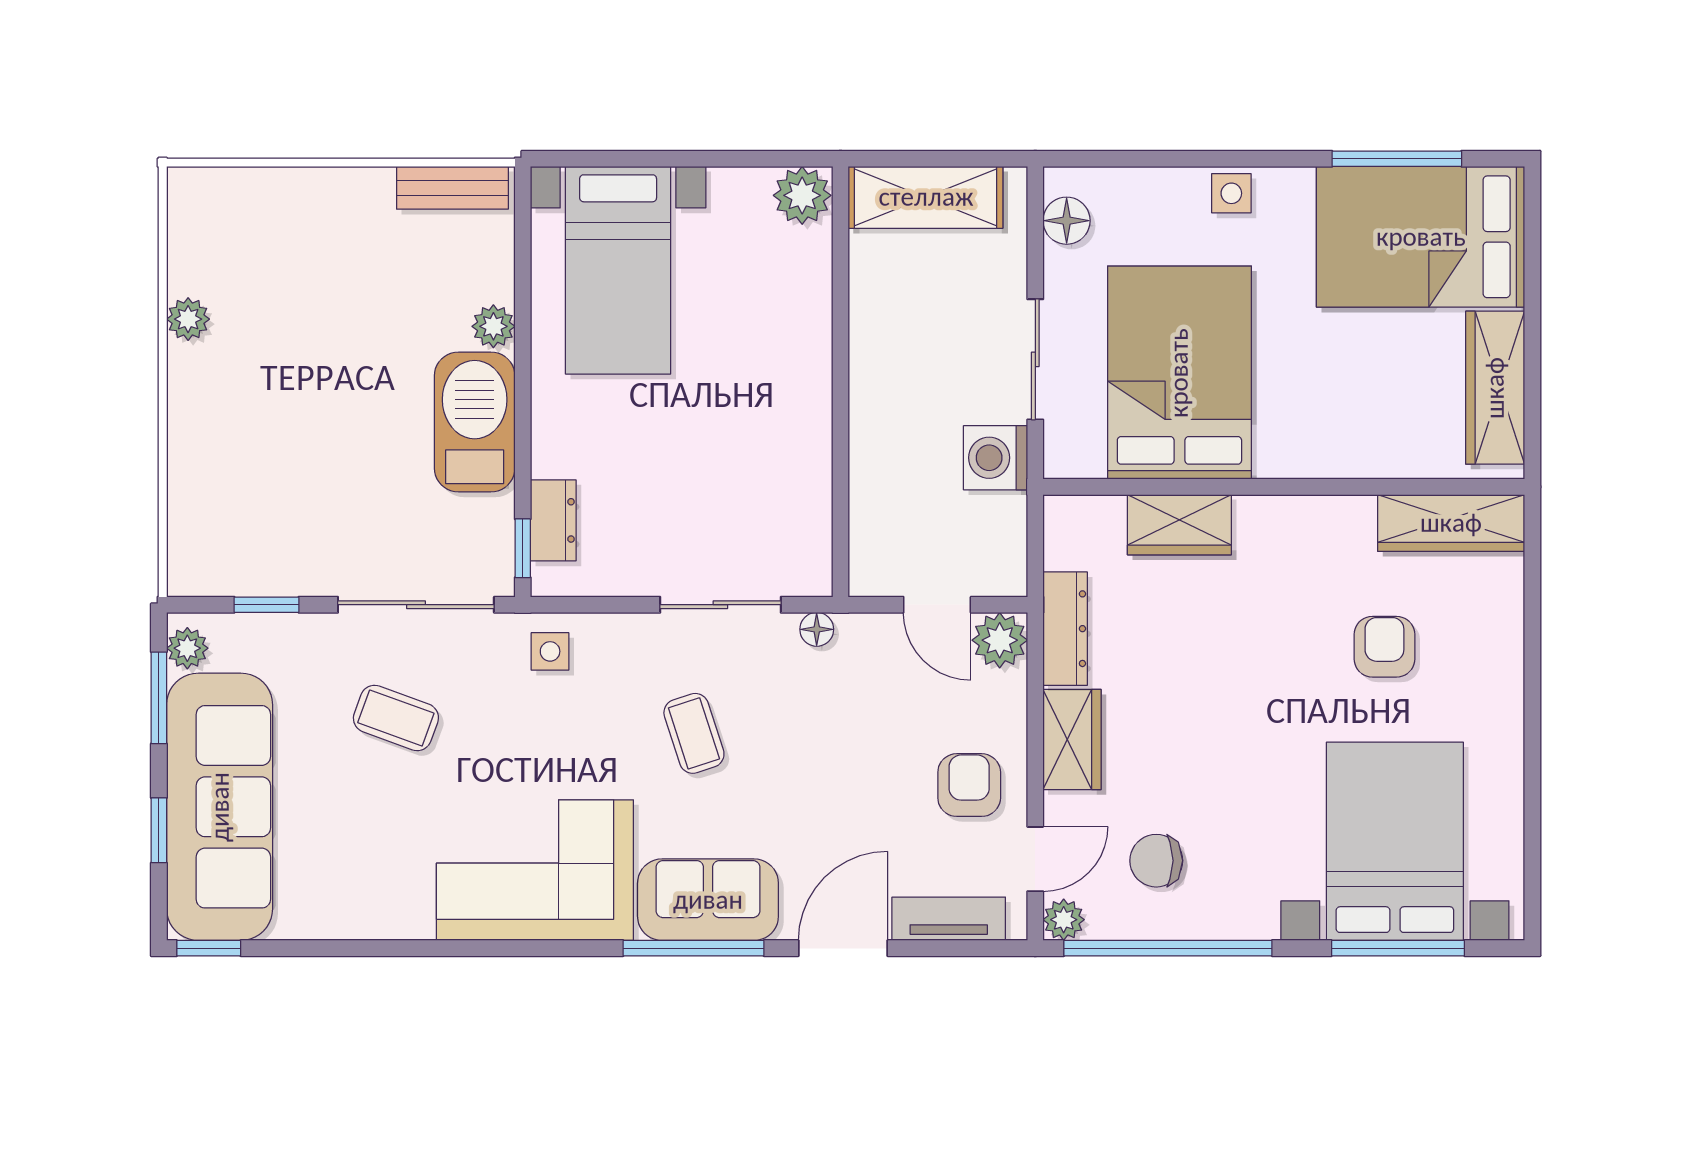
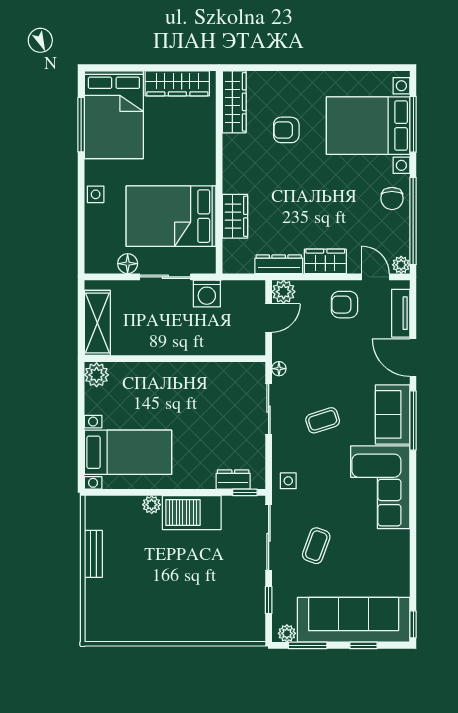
bench: (452, 188) -> (93, 554), moved
floor lamp: (1067, 221) -> (128, 264), moved
plant: (188, 319) -> (148, 633), removed
chair: (1156, 861) -> (392, 198), moved

